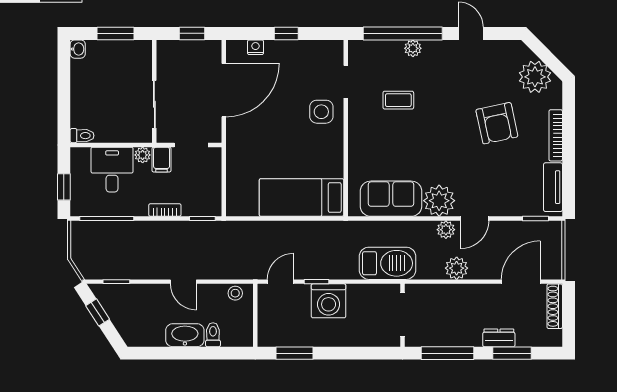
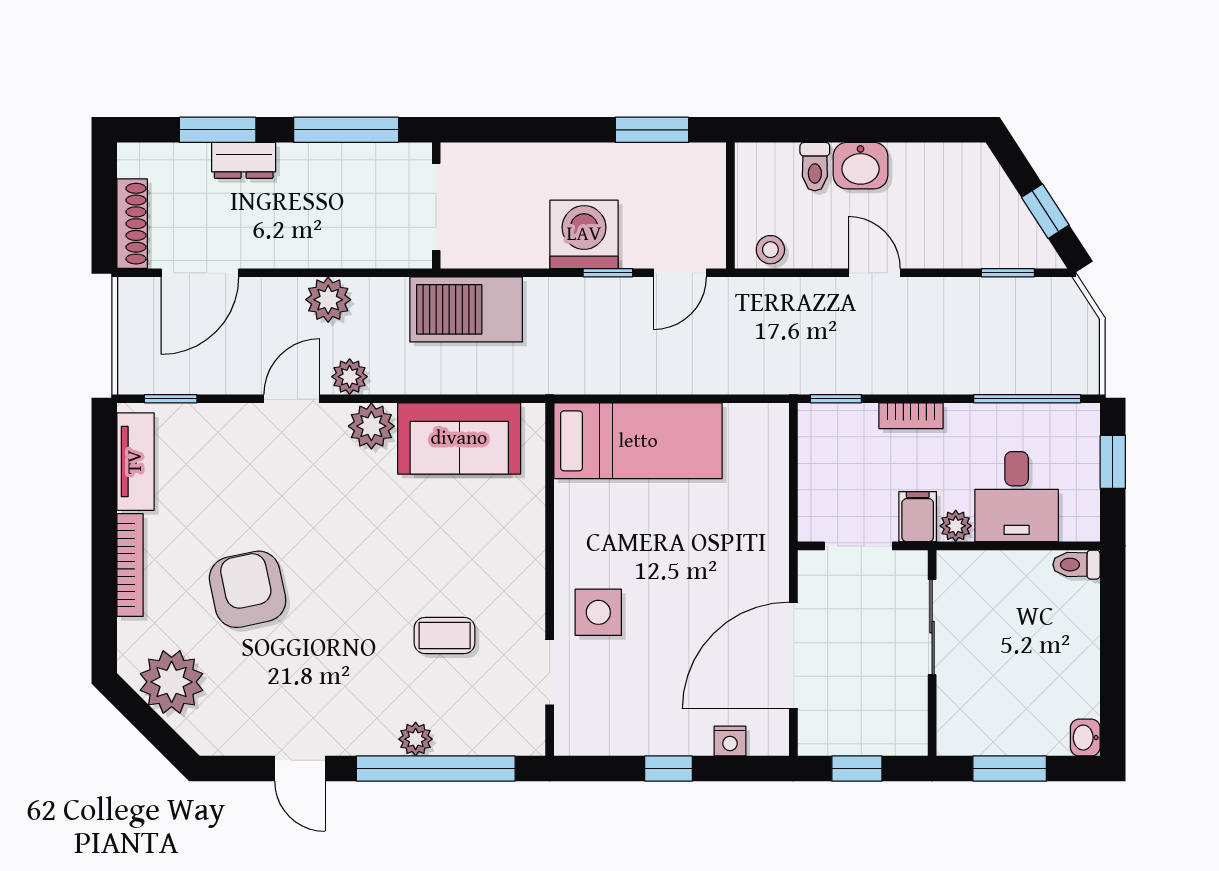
plant: (439, 201) -> (371, 426), width x0.73, depth x0.73
washbasin: (185, 335) -> (861, 166), width x0.72

